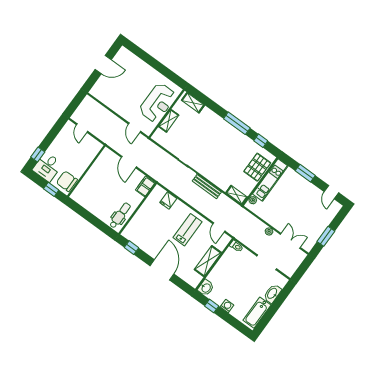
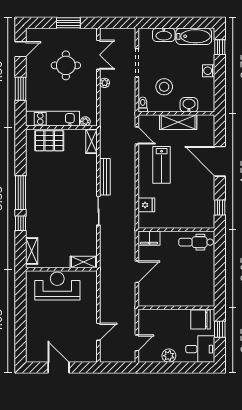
shelving: (169, 121) -> (83, 262), moved
door: (135, 128) -> (98, 332), moved
window: (261, 141) -> (21, 223), moved
plant: (58, 143) -> (169, 356), added
window: (38, 154) -> (195, 368), removed
chair: (67, 181) -> (201, 320), turned 90
round table: (299, 214) -> (66, 65), added
door: (219, 227) -> (137, 136), hinge flipped
lab bench: (187, 230) -> (162, 165), turned -90
double door: (290, 241) -> (98, 55), swing flipped
stool: (238, 269) -> (164, 87), added
door: (162, 270) -> (220, 161), hinge flipped
washbasin: (206, 288) -> (189, 105), moved
window: (212, 306) -> (220, 47), moved

